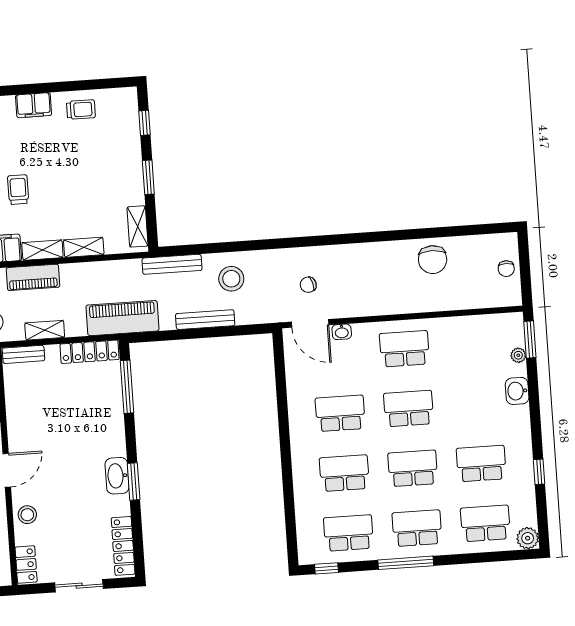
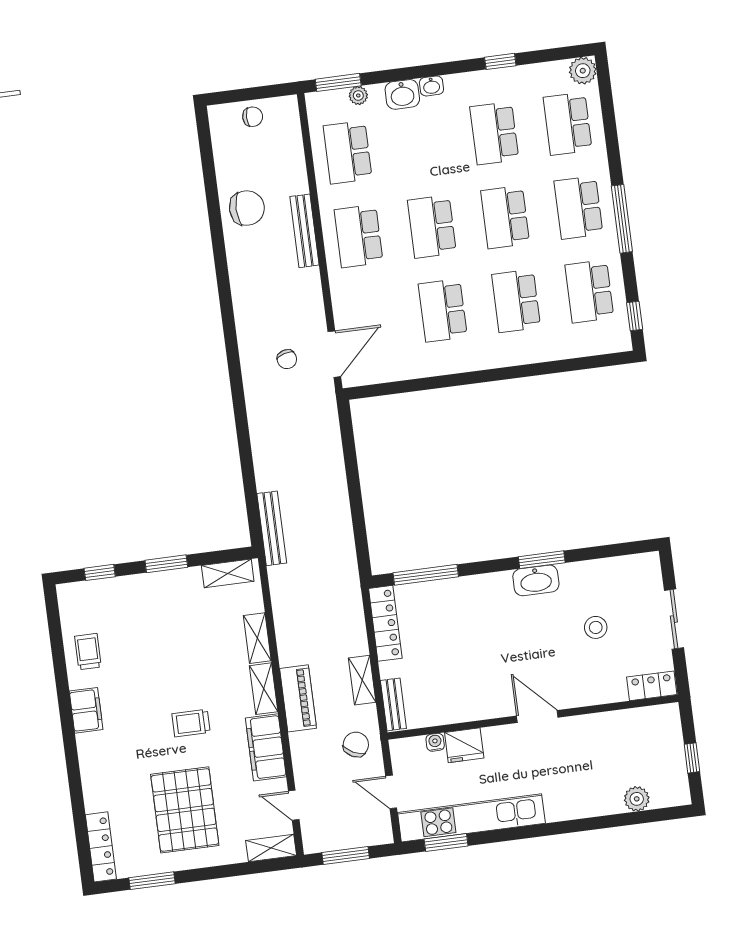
stool: (231, 279) -> (285, 454), removed
piano: (122, 318) -> (341, 585), removed
bench: (205, 320) -> (304, 231), moved
washbasin: (342, 332) -> (431, 86), moved, turned 90
school desk: (473, 344) -> (348, 152), added
stool: (27, 515) -> (596, 627), moved
locker: (123, 546) -> (622, 568), removed

